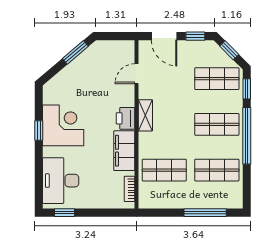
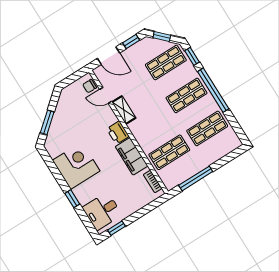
window: (75, 52) -> (47, 122), moved
chair: (126, 55) -> (90, 86), added
door: (136, 74) -> (106, 95), hinge flipped
shelving: (145, 115) -> (124, 110), moved
window: (39, 131) -> (72, 199), moved
desk: (61, 181) -> (102, 211), width x0.73
window: (205, 213) -> (196, 178), moved

